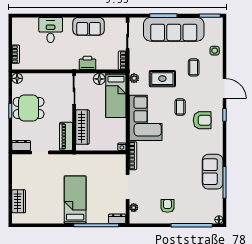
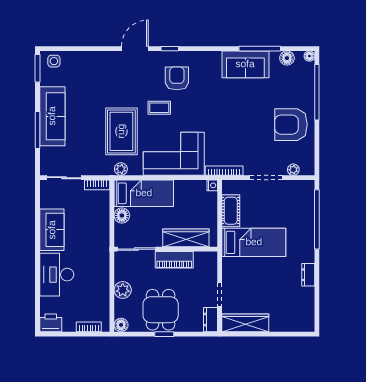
sofa: (174, 29) -> (52, 116), width x0.74, depth x0.79
desk: (51, 30) -> (57, 275), width x1.37
side table: (215, 51) -> (54, 61), moved
printer: (87, 63) -> (51, 323), moved, turned 90
coffee table: (194, 67) -> (107, 90), removed
rug: (162, 79) -> (121, 131), width x1.36, depth x1.43
plant: (43, 80) -> (123, 290), added
piano: (66, 136) -> (174, 260), moved
cot: (103, 161) -> (231, 211), added
bed: (75, 200) -> (254, 242), moved, turned 180
wardrobe: (19, 201) -> (245, 323), moved, width x1.50
floor lamp: (217, 203) -> (287, 58), added
armchair: (167, 206) -> (291, 125), width x1.88, depth x1.88
dresser: (117, 219) -> (308, 275), moved

